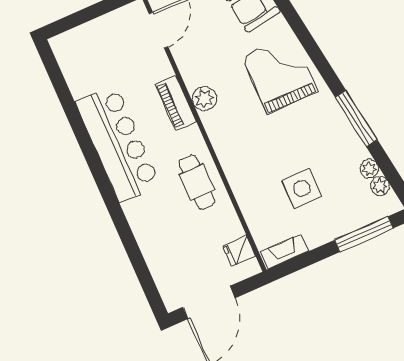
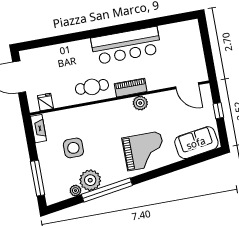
piano: (176, 103) -> (131, 88), moved
window: (356, 118) -> (107, 190), width x1.46
plant: (380, 186) -> (90, 180), moved, width x1.88, depth x1.88

